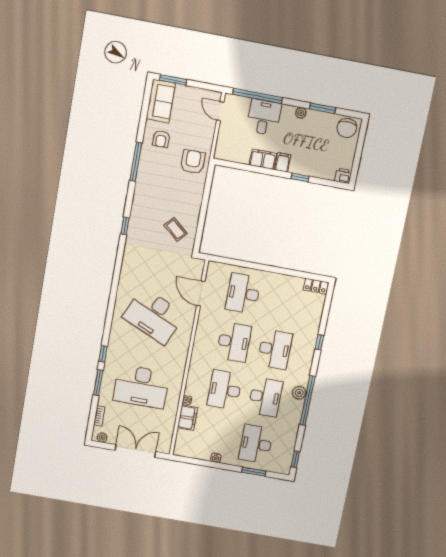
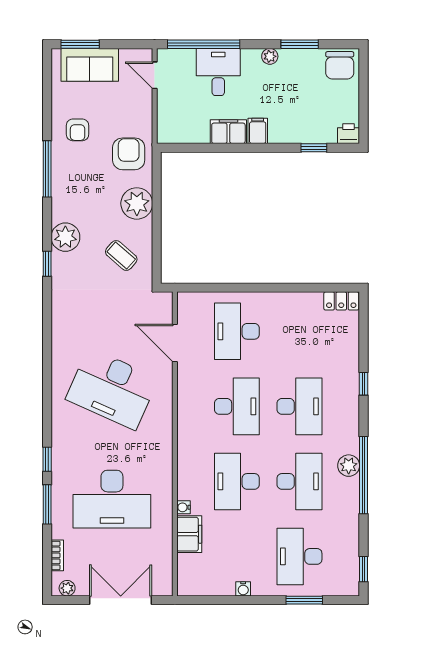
sofa: (161, 101) -> (90, 65), moved, turned 90
window: (300, 177) -> (314, 148), moved
plant: (192, 196) -> (137, 203), added
plant: (140, 210) -> (65, 237), added

